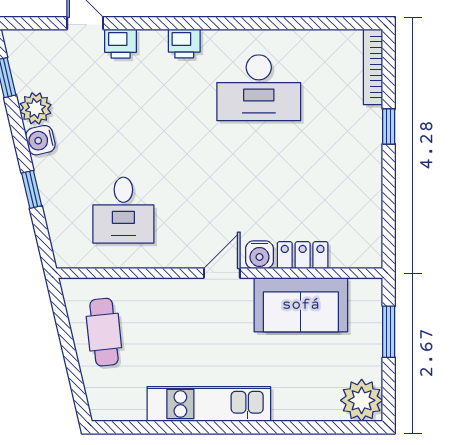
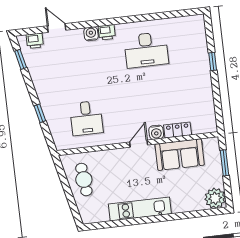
printer: (121, 44) -> (35, 41), moved
bookcase: (373, 67) -> (201, 33), removed
plant: (36, 108) -> (37, 73), removed
water cooler: (40, 140) -> (91, 34), moved, turned 103

